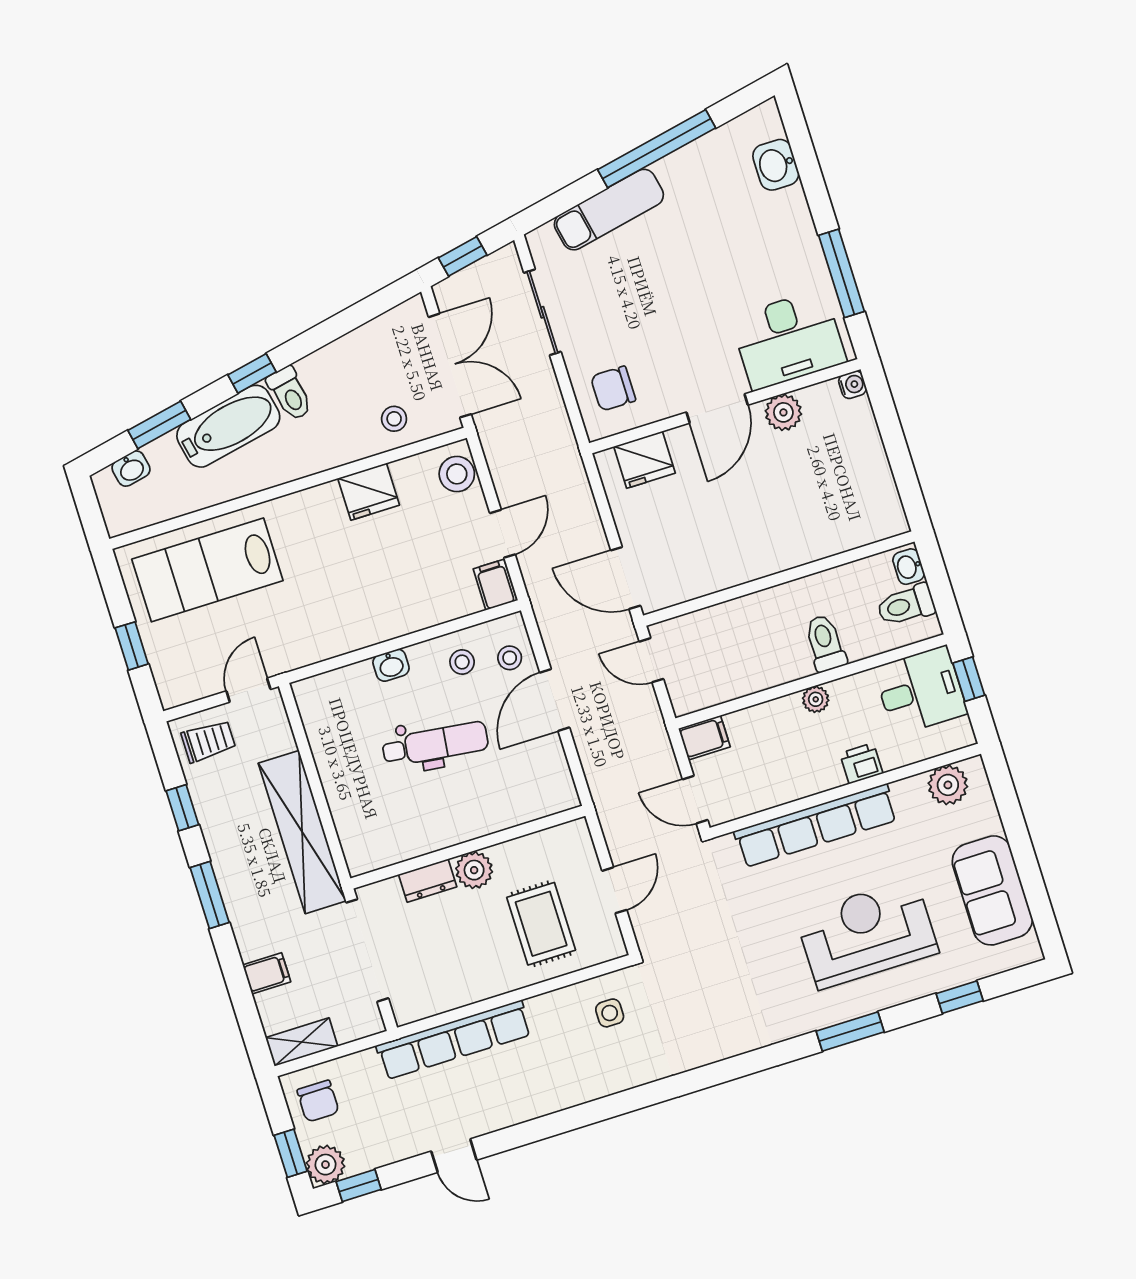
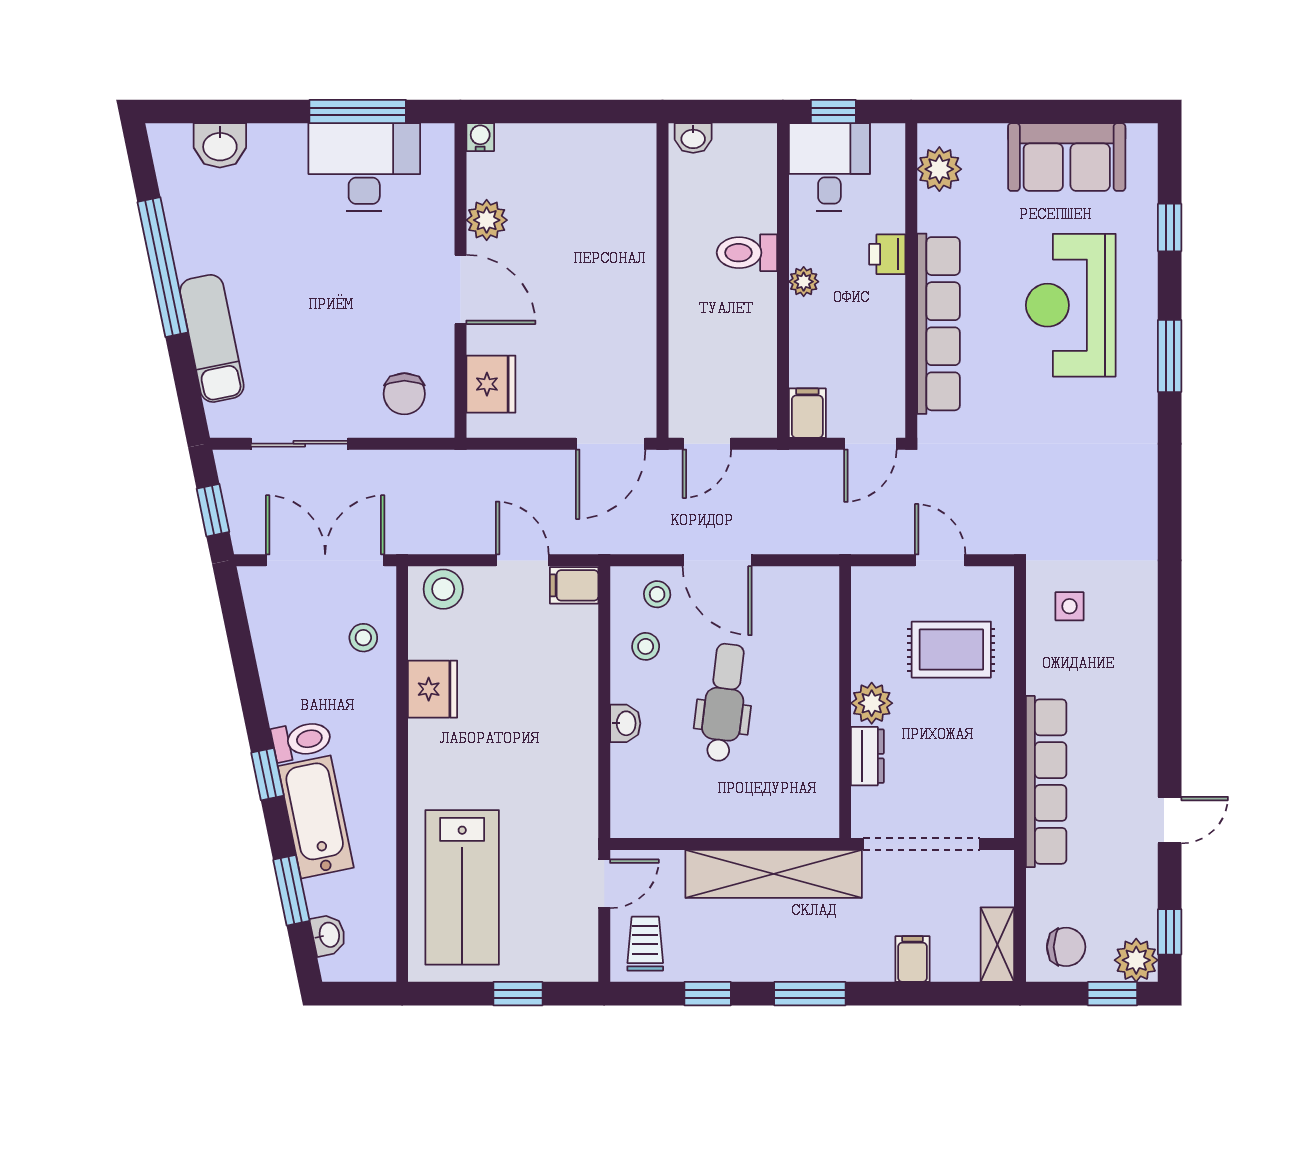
desk: (788, 340) -> (364, 167), moved, turned -90
toilet: (906, 605) -> (733, 154), removed
door: (248, 690) -> (604, 884), swing flipped

